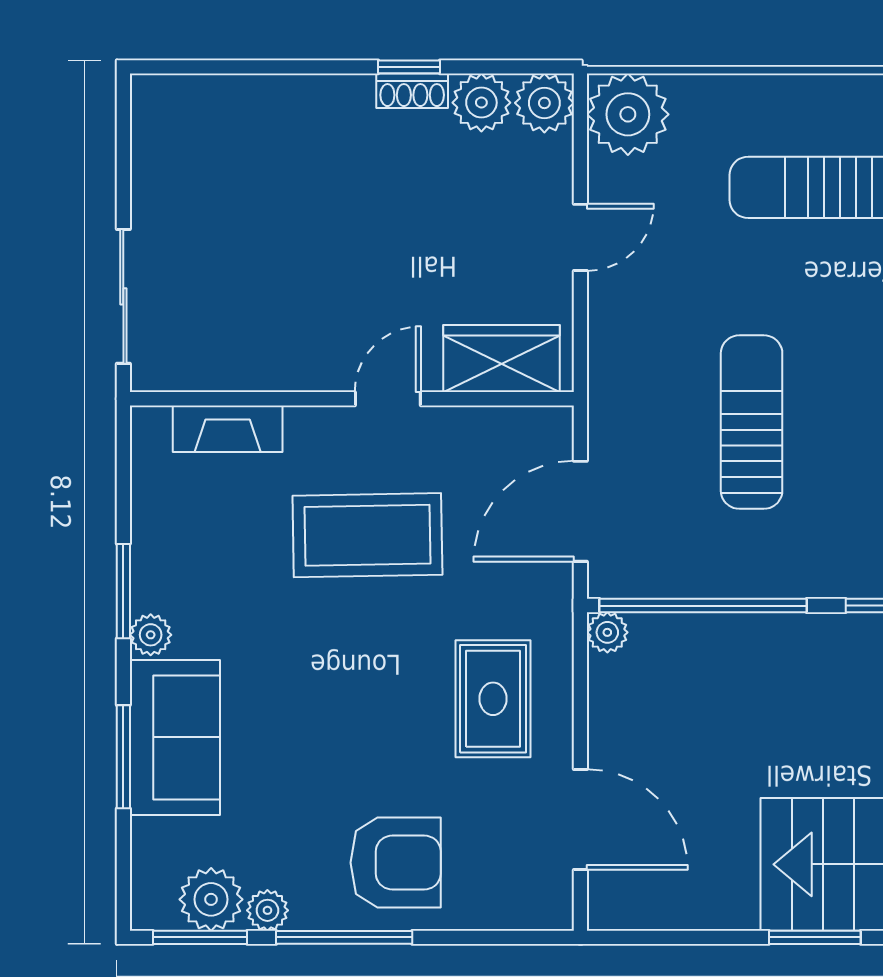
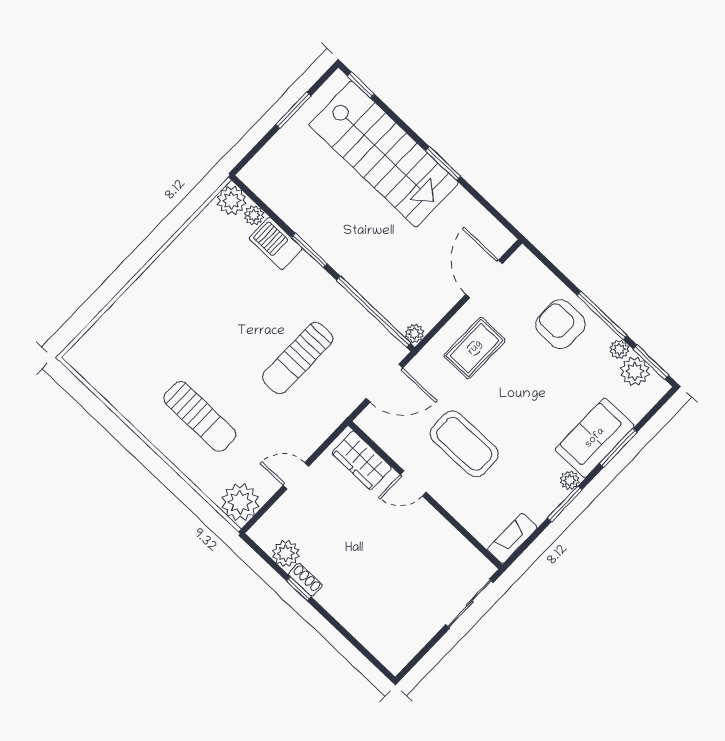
plant: (544, 103) -> (265, 533), removed
fireplace: (228, 429) -> (512, 538), moved, turned -90

